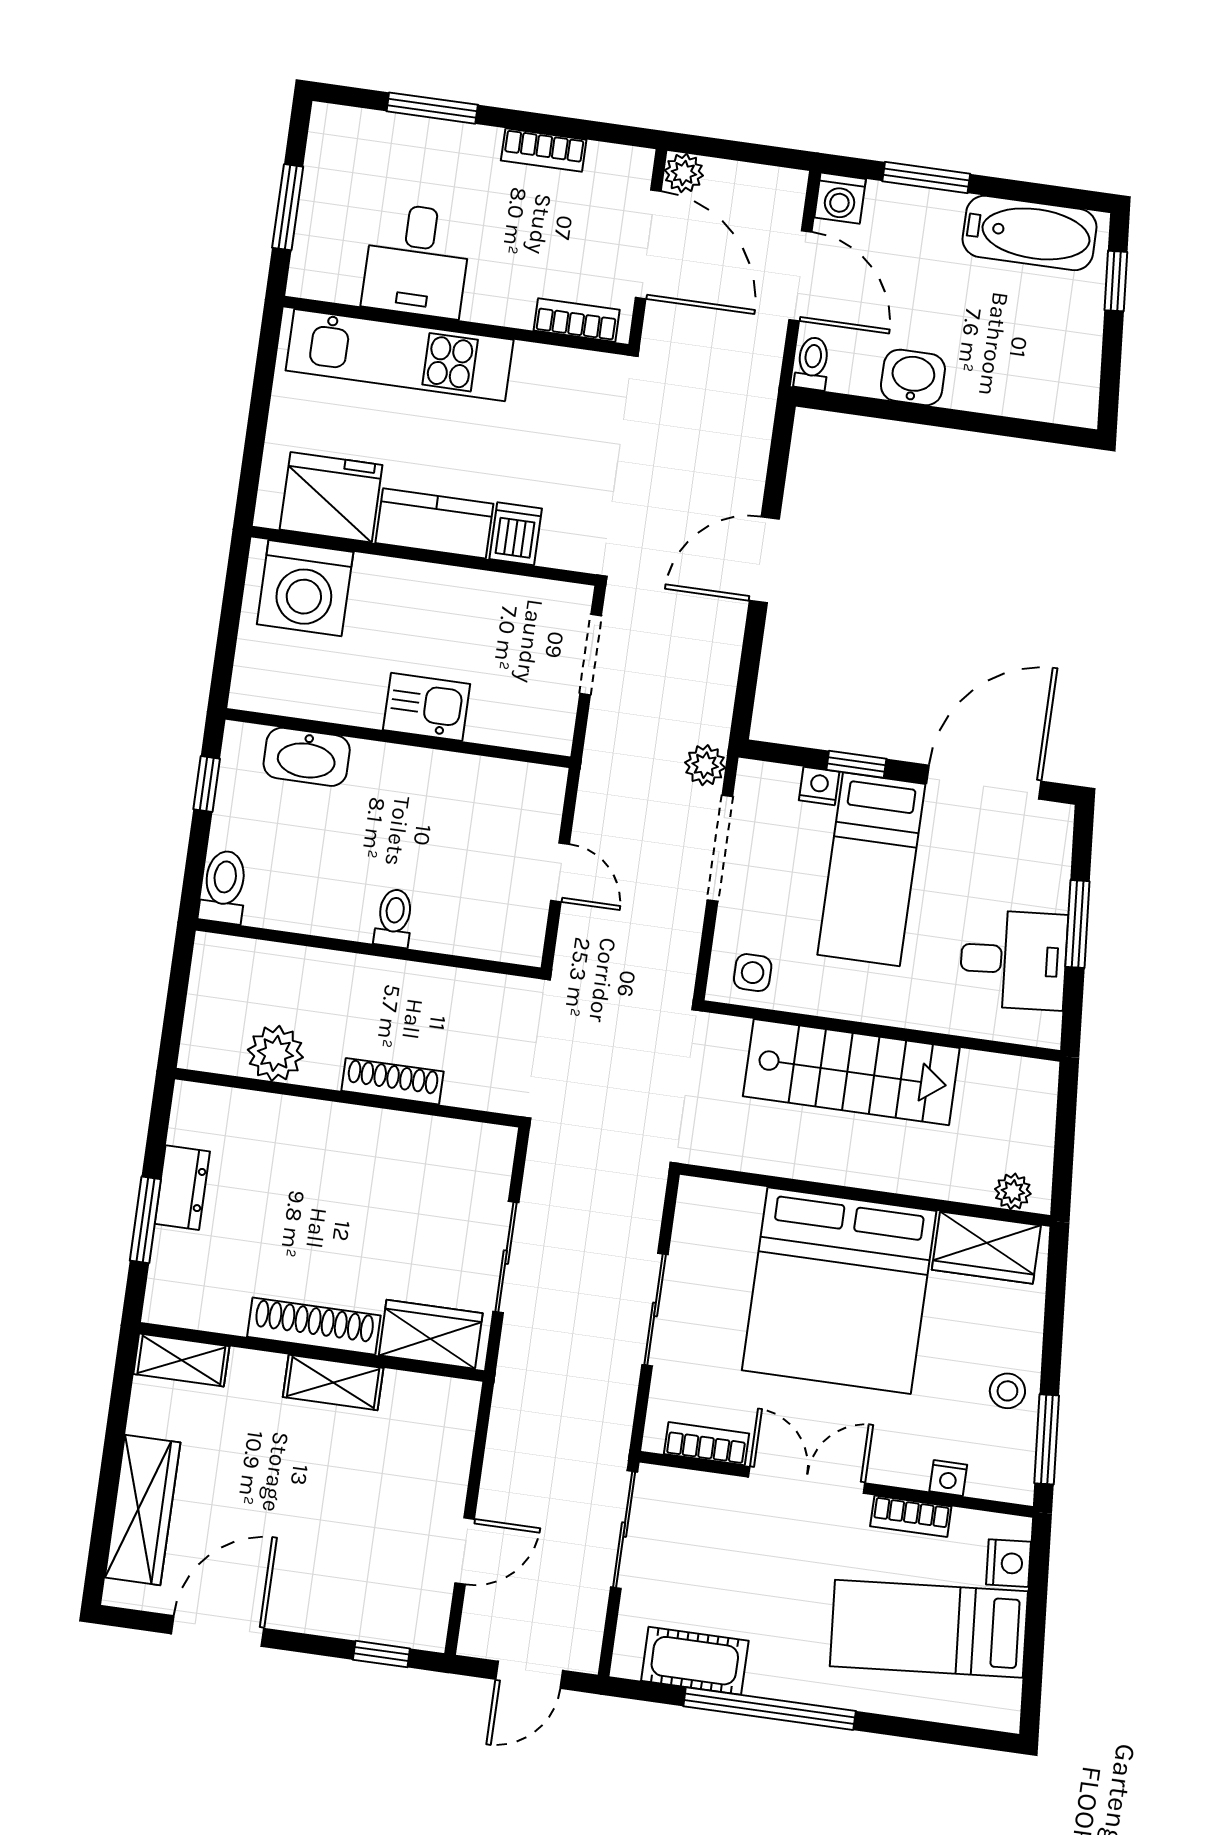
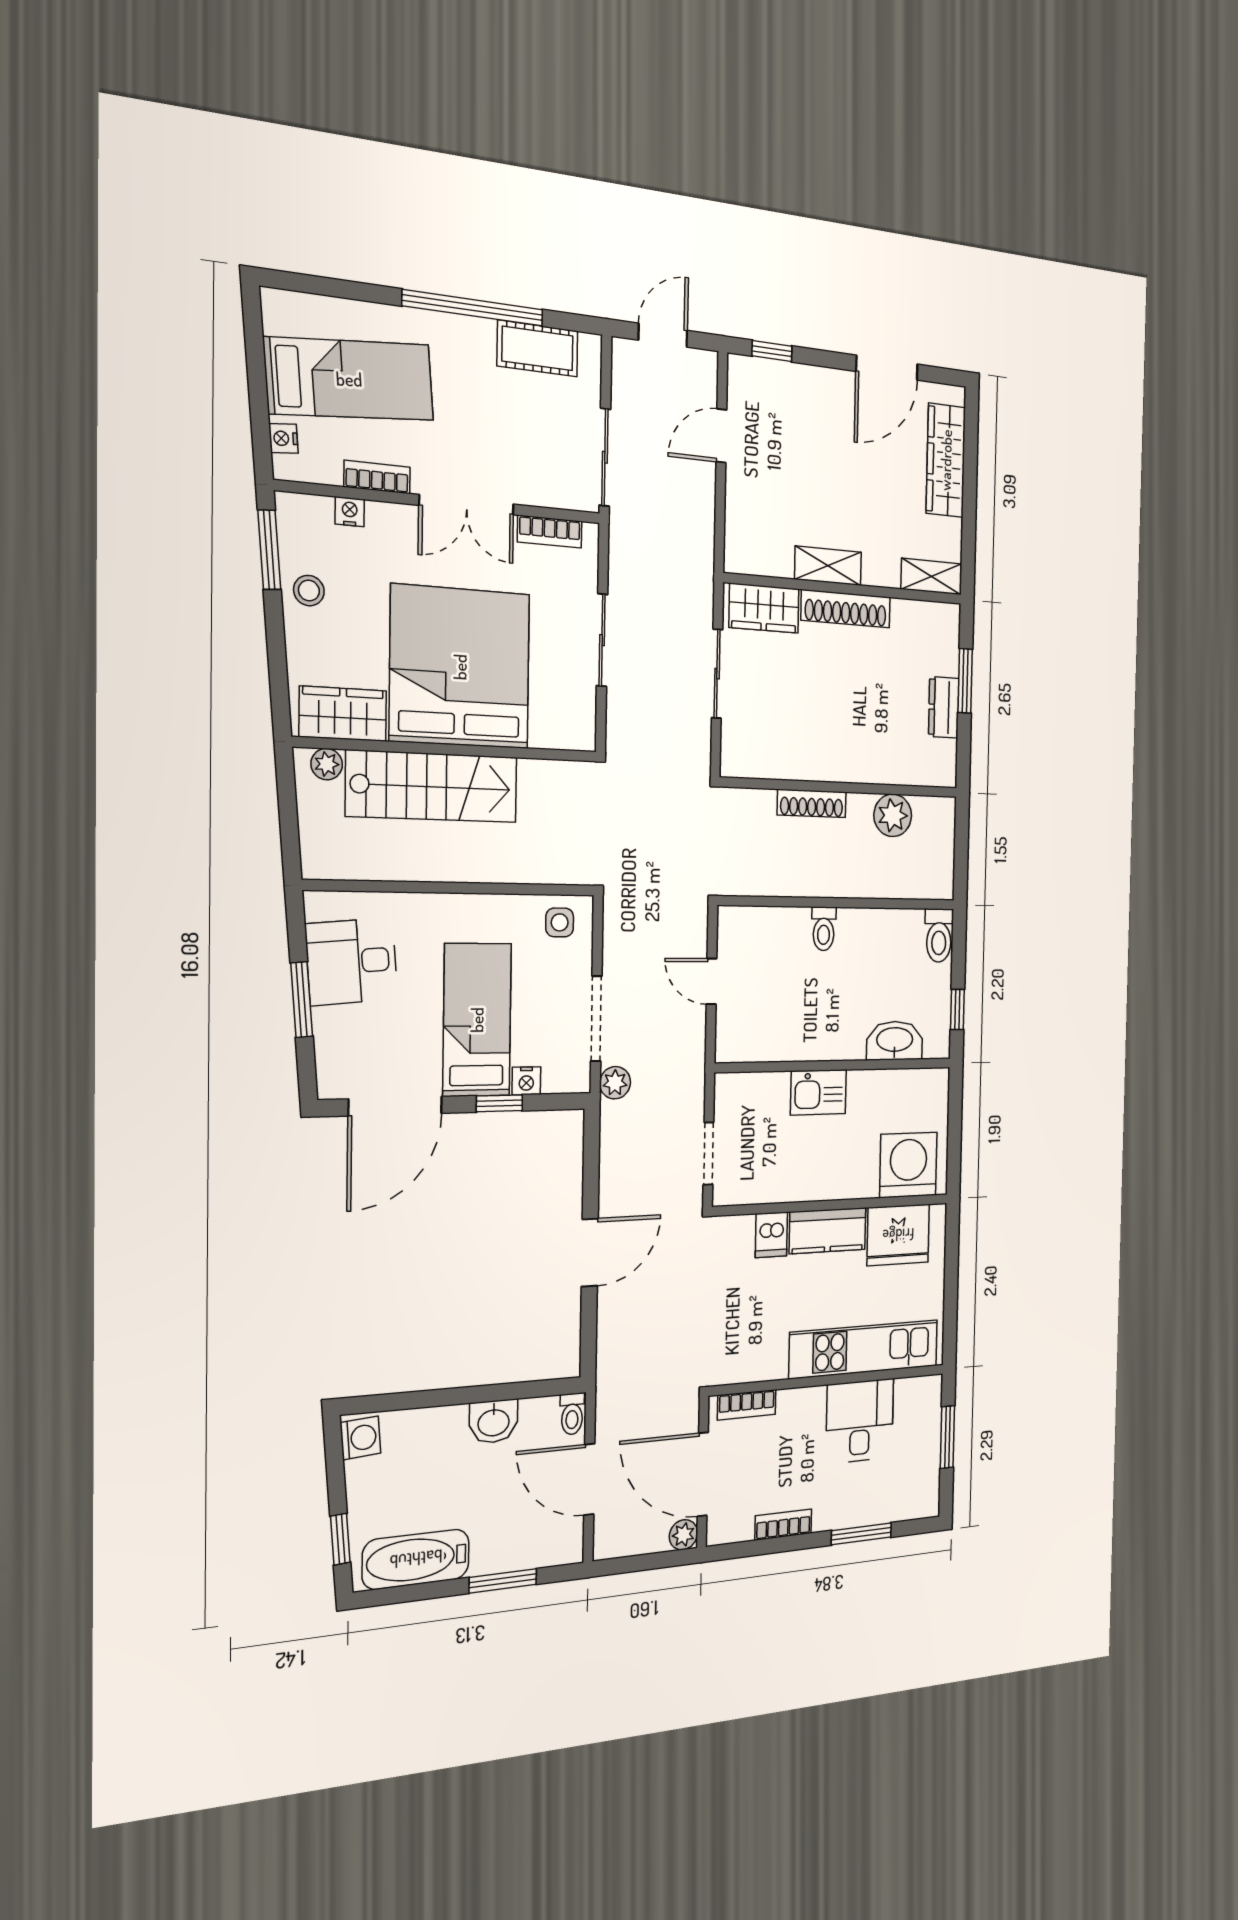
washing machine: (840, 198) -> (360, 1438), moved, turned 85
stairs: (851, 1072) -> (432, 787), moved, turned 180
nightstand: (1009, 1563) -> (283, 438), width x0.72, depth x0.74

